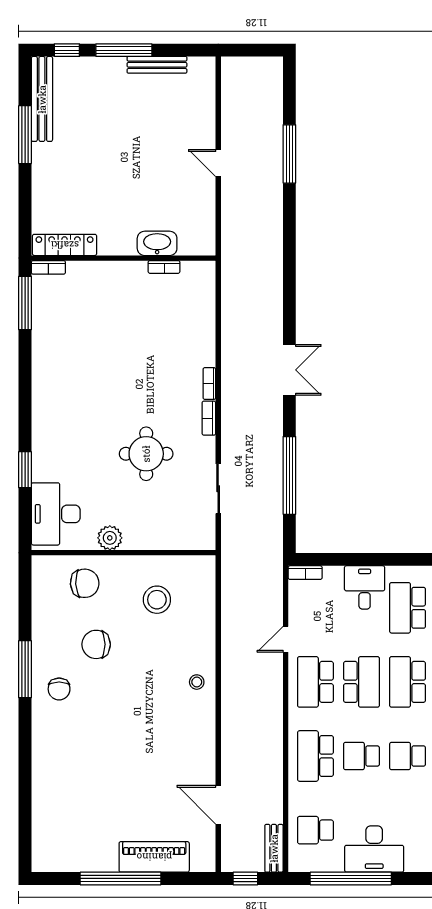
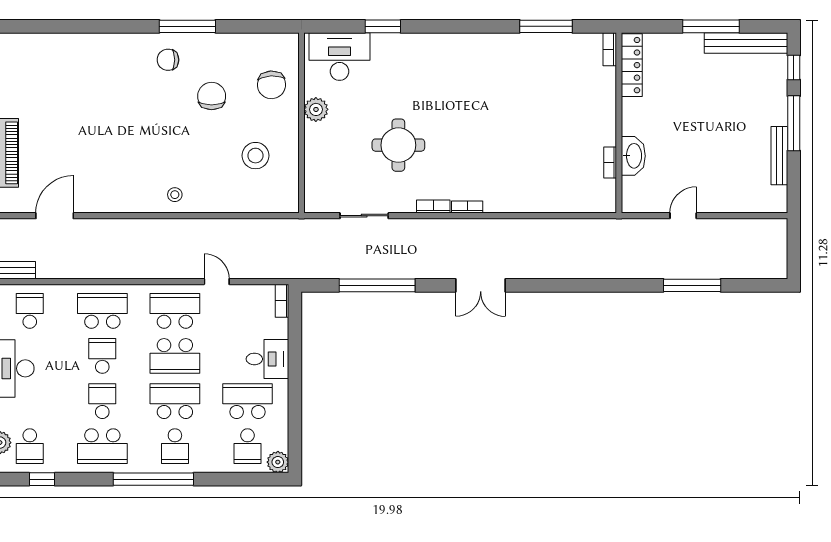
washbasin: (157, 243) -> (633, 156), moved
locker: (65, 245) -> (632, 65), moved
wall: (124, 258) -> (619, 123), moved
bookcase: (48, 267) -> (610, 49), moved
bookcase: (164, 267) -> (610, 163), moved

